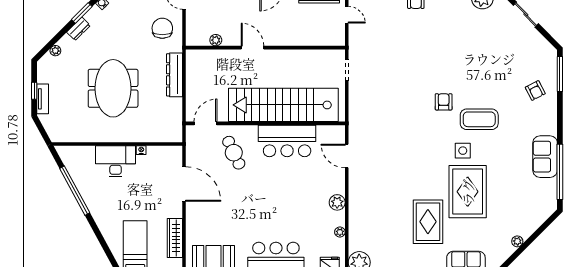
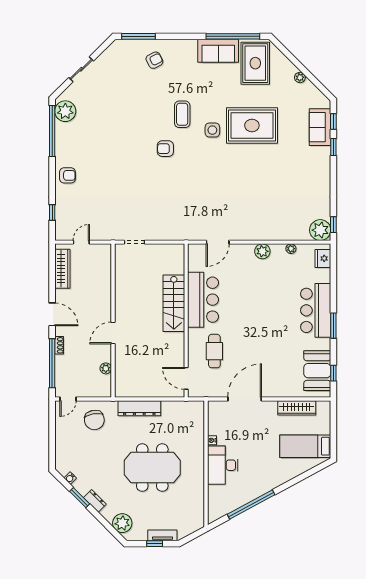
chair: (162, 28) -> (94, 420), turned -100
plant: (55, 51) -> (122, 523), width x1.87, depth x1.87
stairs: (283, 105) -> (174, 303), width x0.54, depth x0.66
coffee table: (479, 119) -> (182, 114), width x0.73, depth x0.76
cafe table: (234, 153) -> (214, 351), turned -65
rug: (428, 222) -> (255, 63), moved, turned 90

